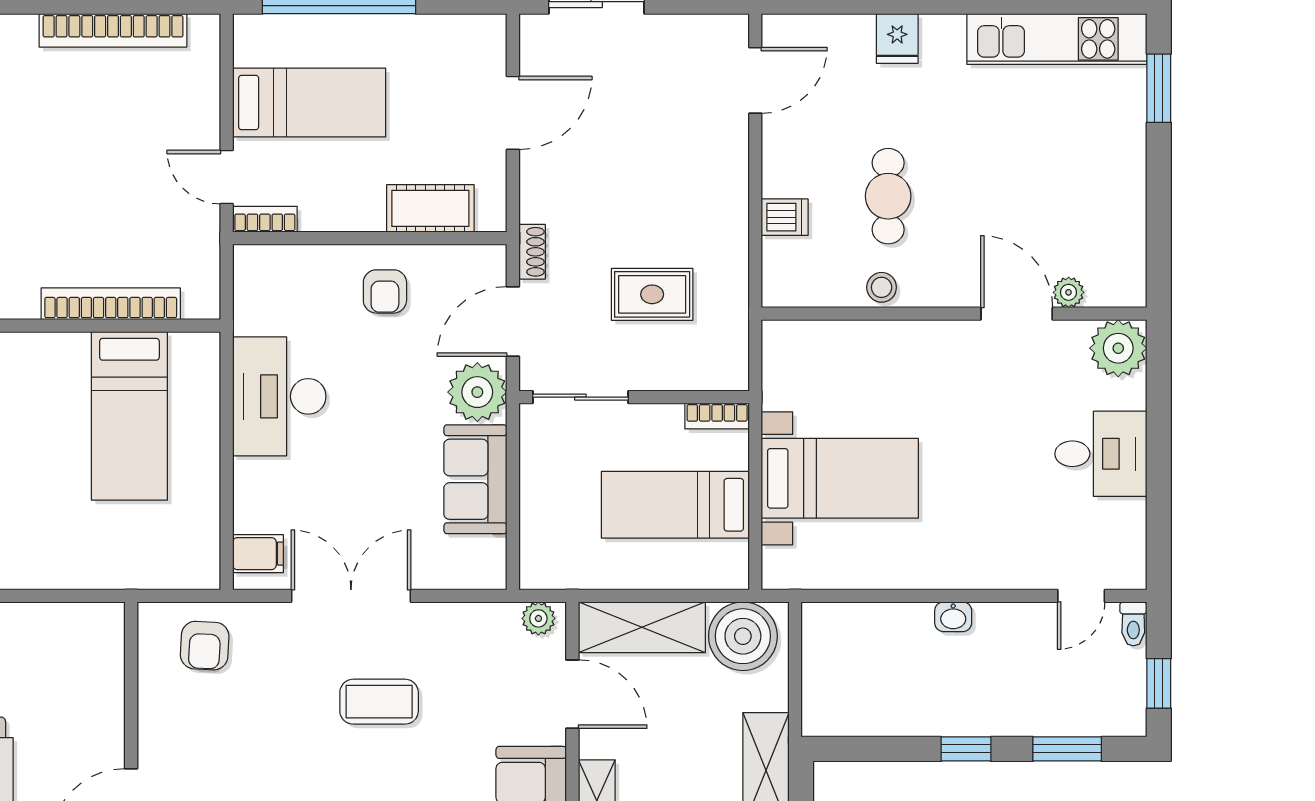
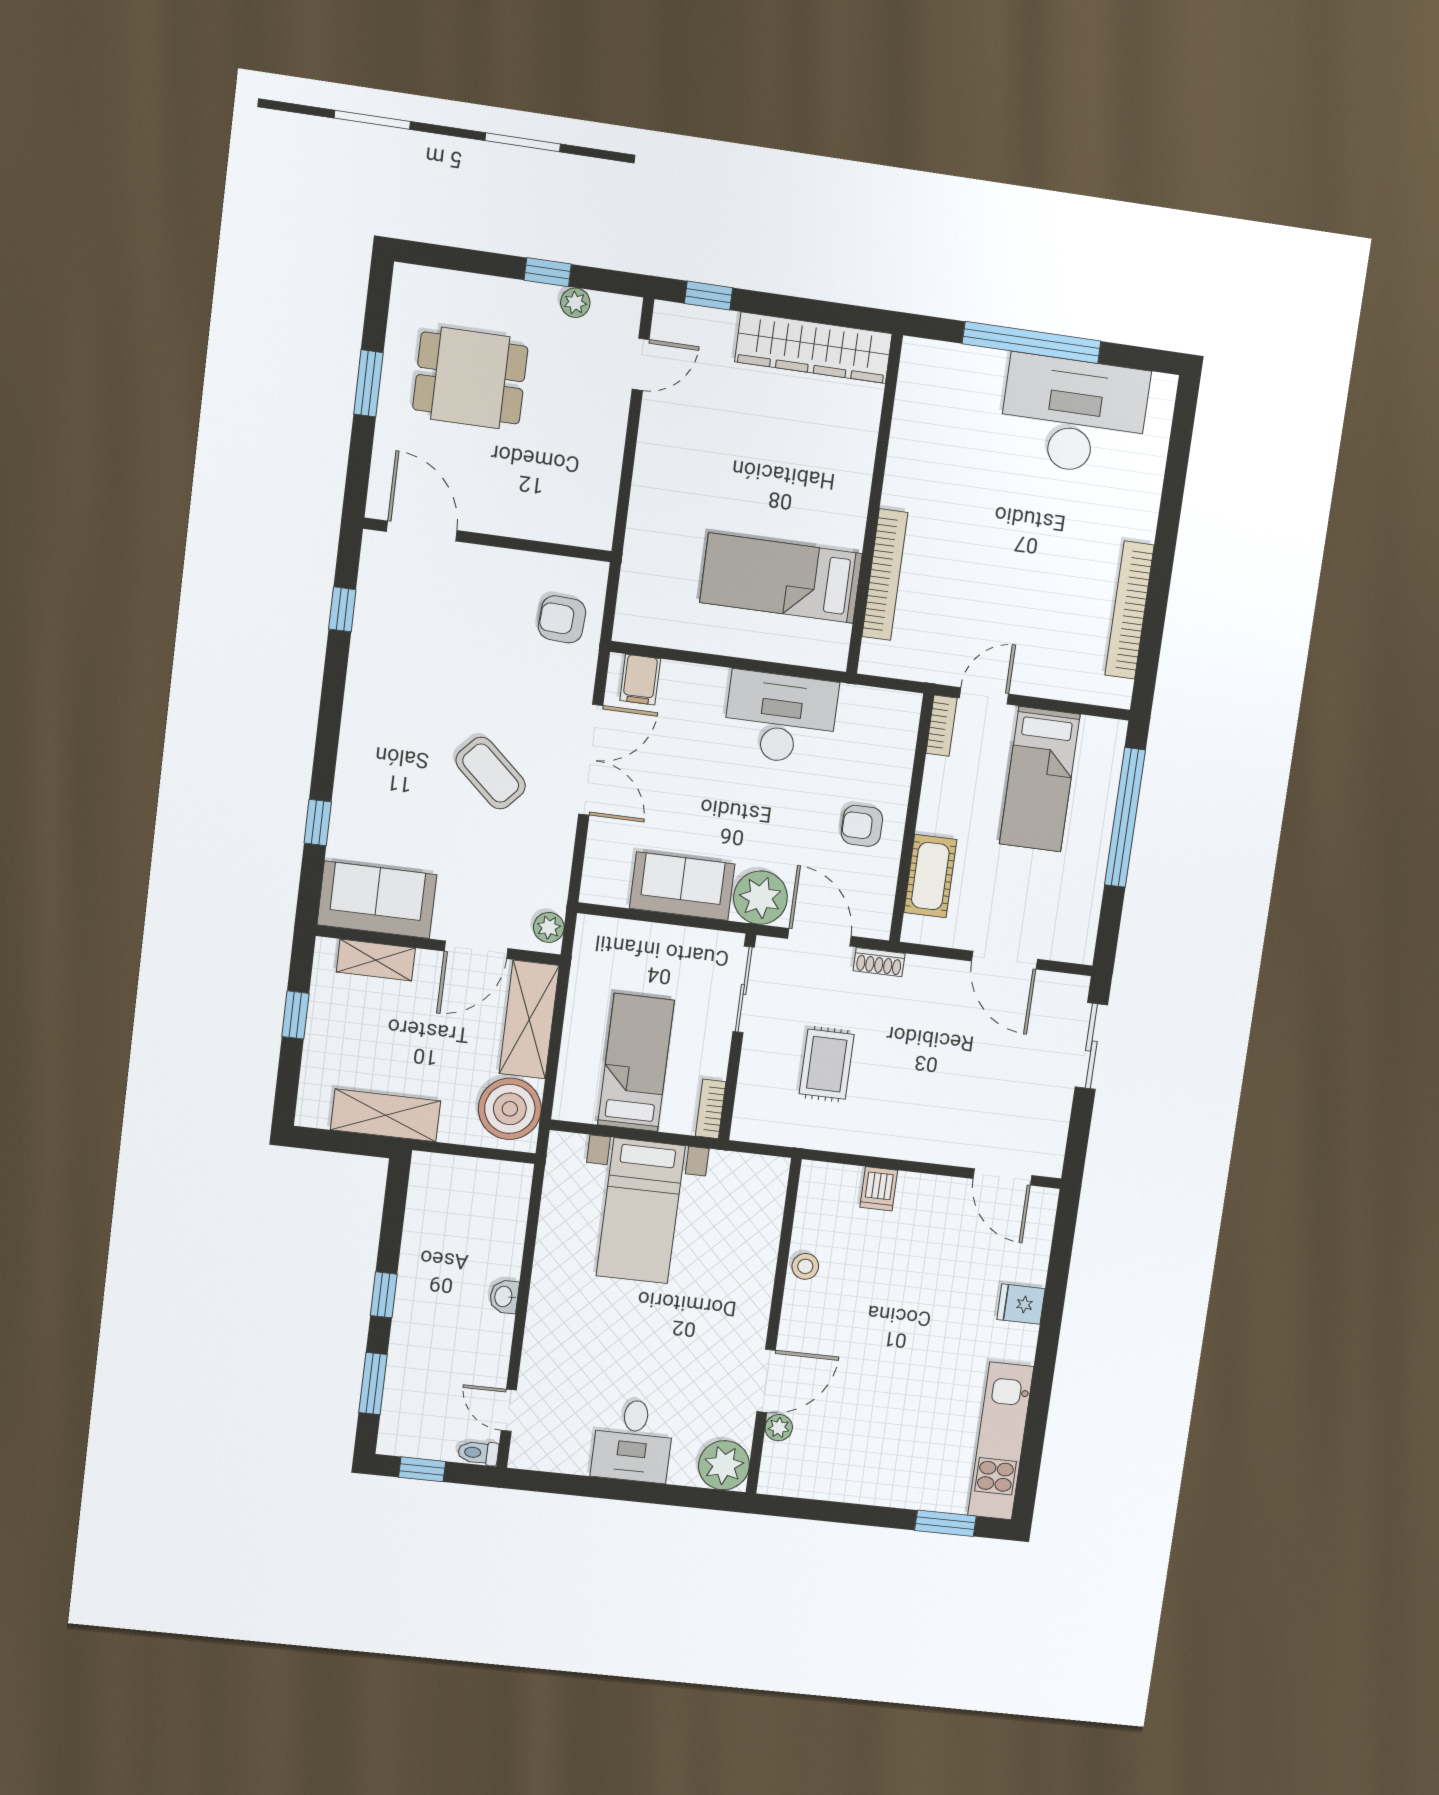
cafe table: (888, 196) -> (885, 1281), removed
coffee table: (379, 702) -> (491, 773), turned -48

